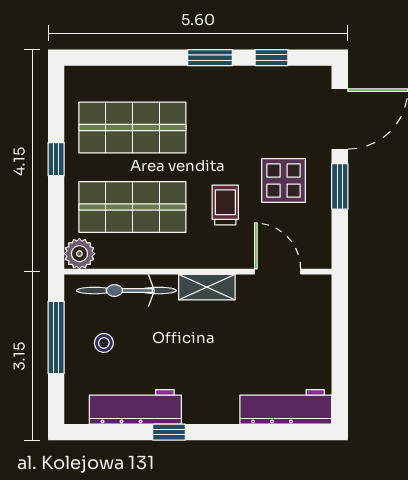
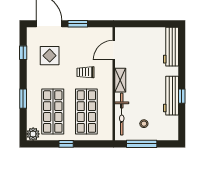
window: (210, 58) -> (23, 99), moved
display table: (284, 181) -> (50, 56), moved
plant: (79, 254) -> (33, 134), moved
workbench: (135, 407) -> (171, 96), moved

